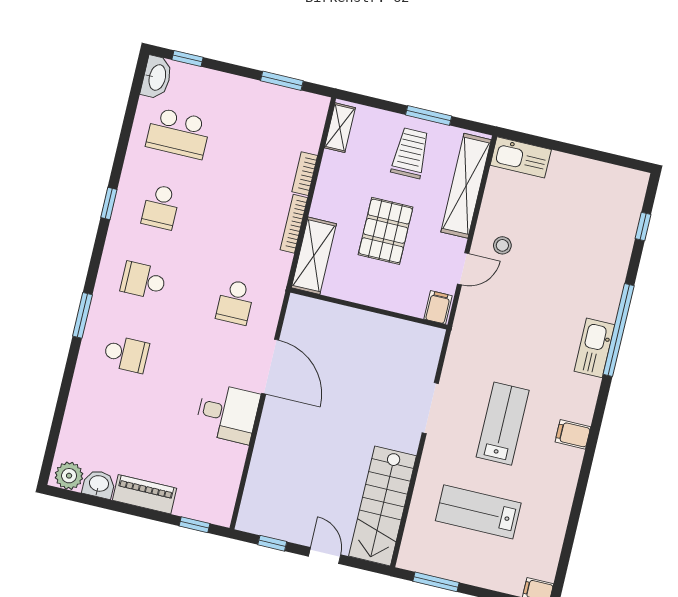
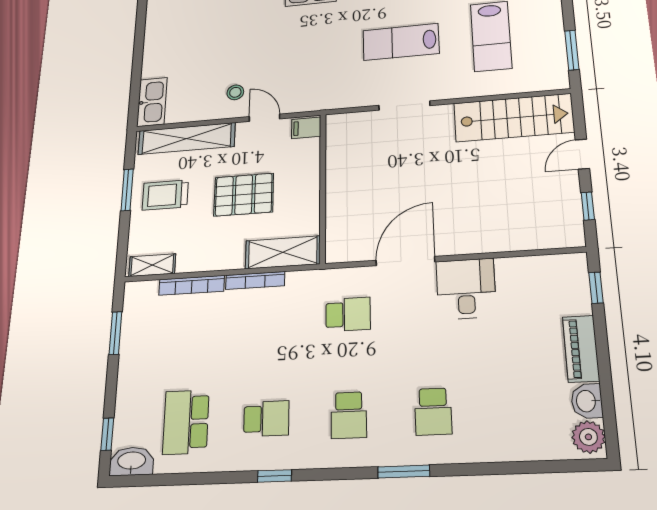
school desk: (178, 133) -> (186, 422), turned 180
bookcase: (305, 174) -> (192, 285), width x1.56
school desk: (126, 354) -> (433, 412), turned 180

